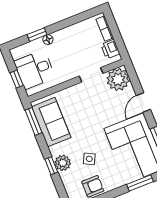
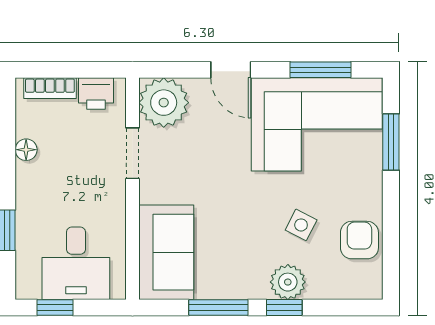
floor lamp: (48, 40) -> (26, 150), moved
window: (17, 79) -> (55, 308), moved
window: (34, 121) -> (218, 308), moved
sofa: (51, 122) -> (166, 252), moved, turned 90

